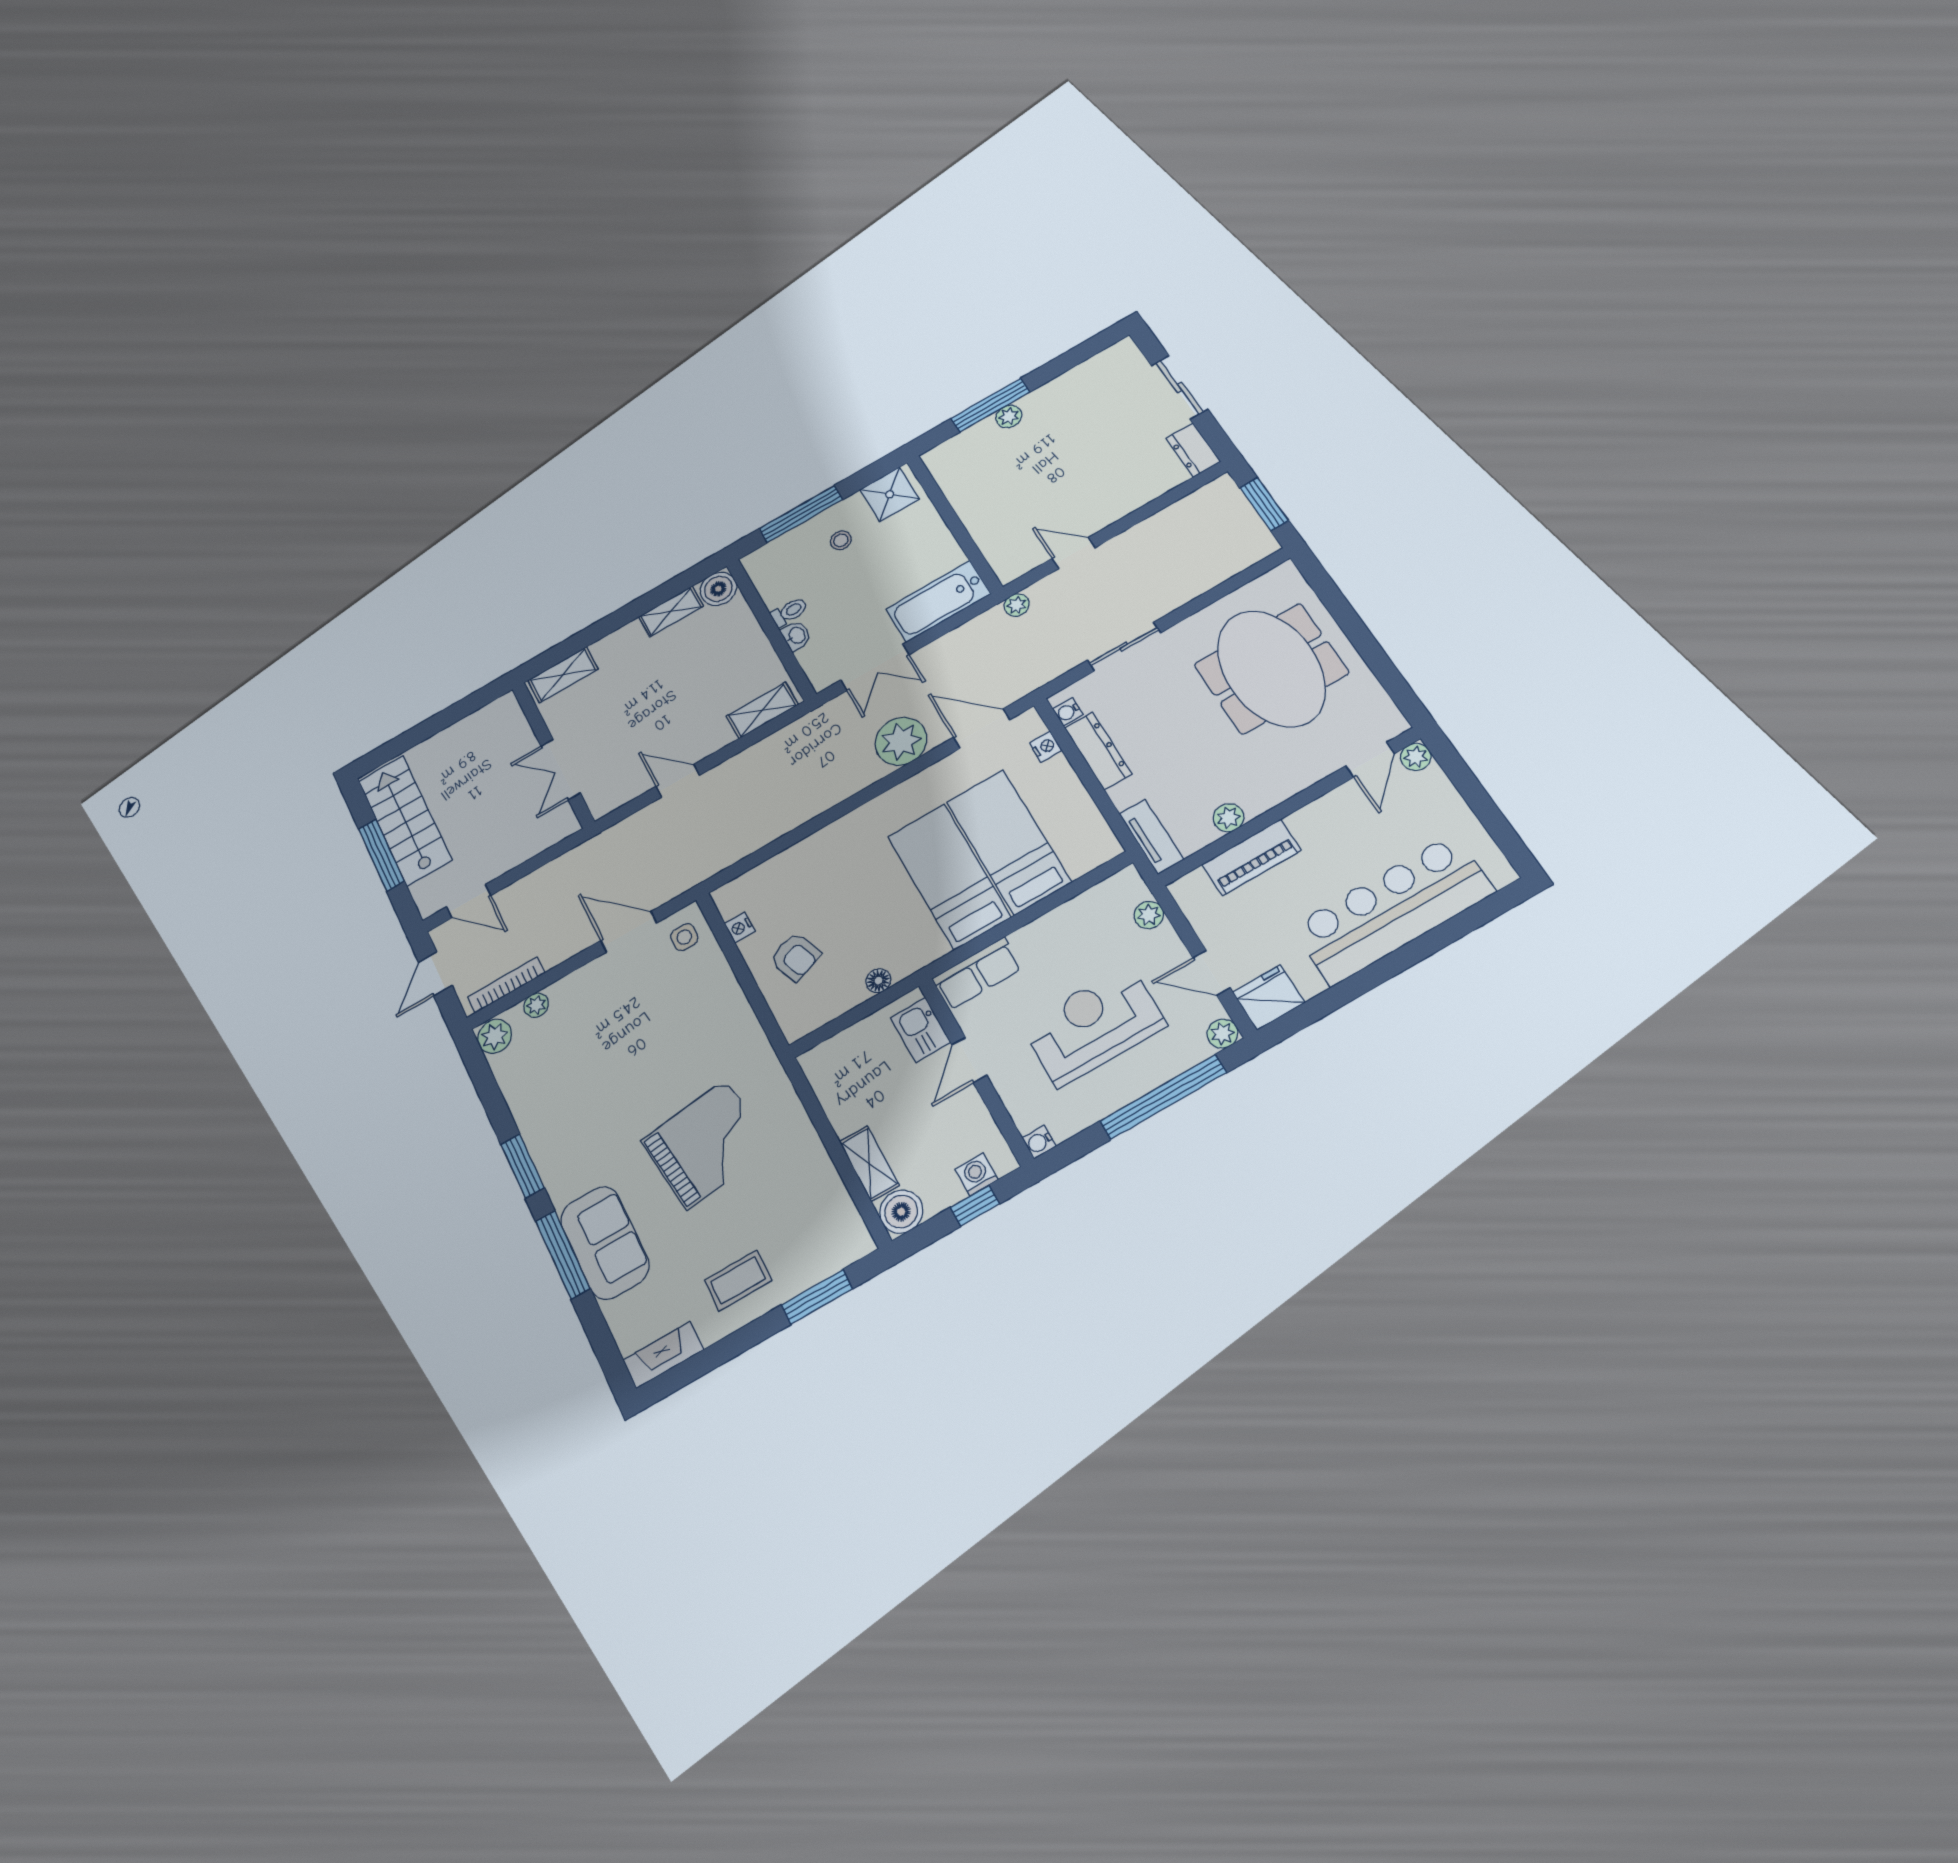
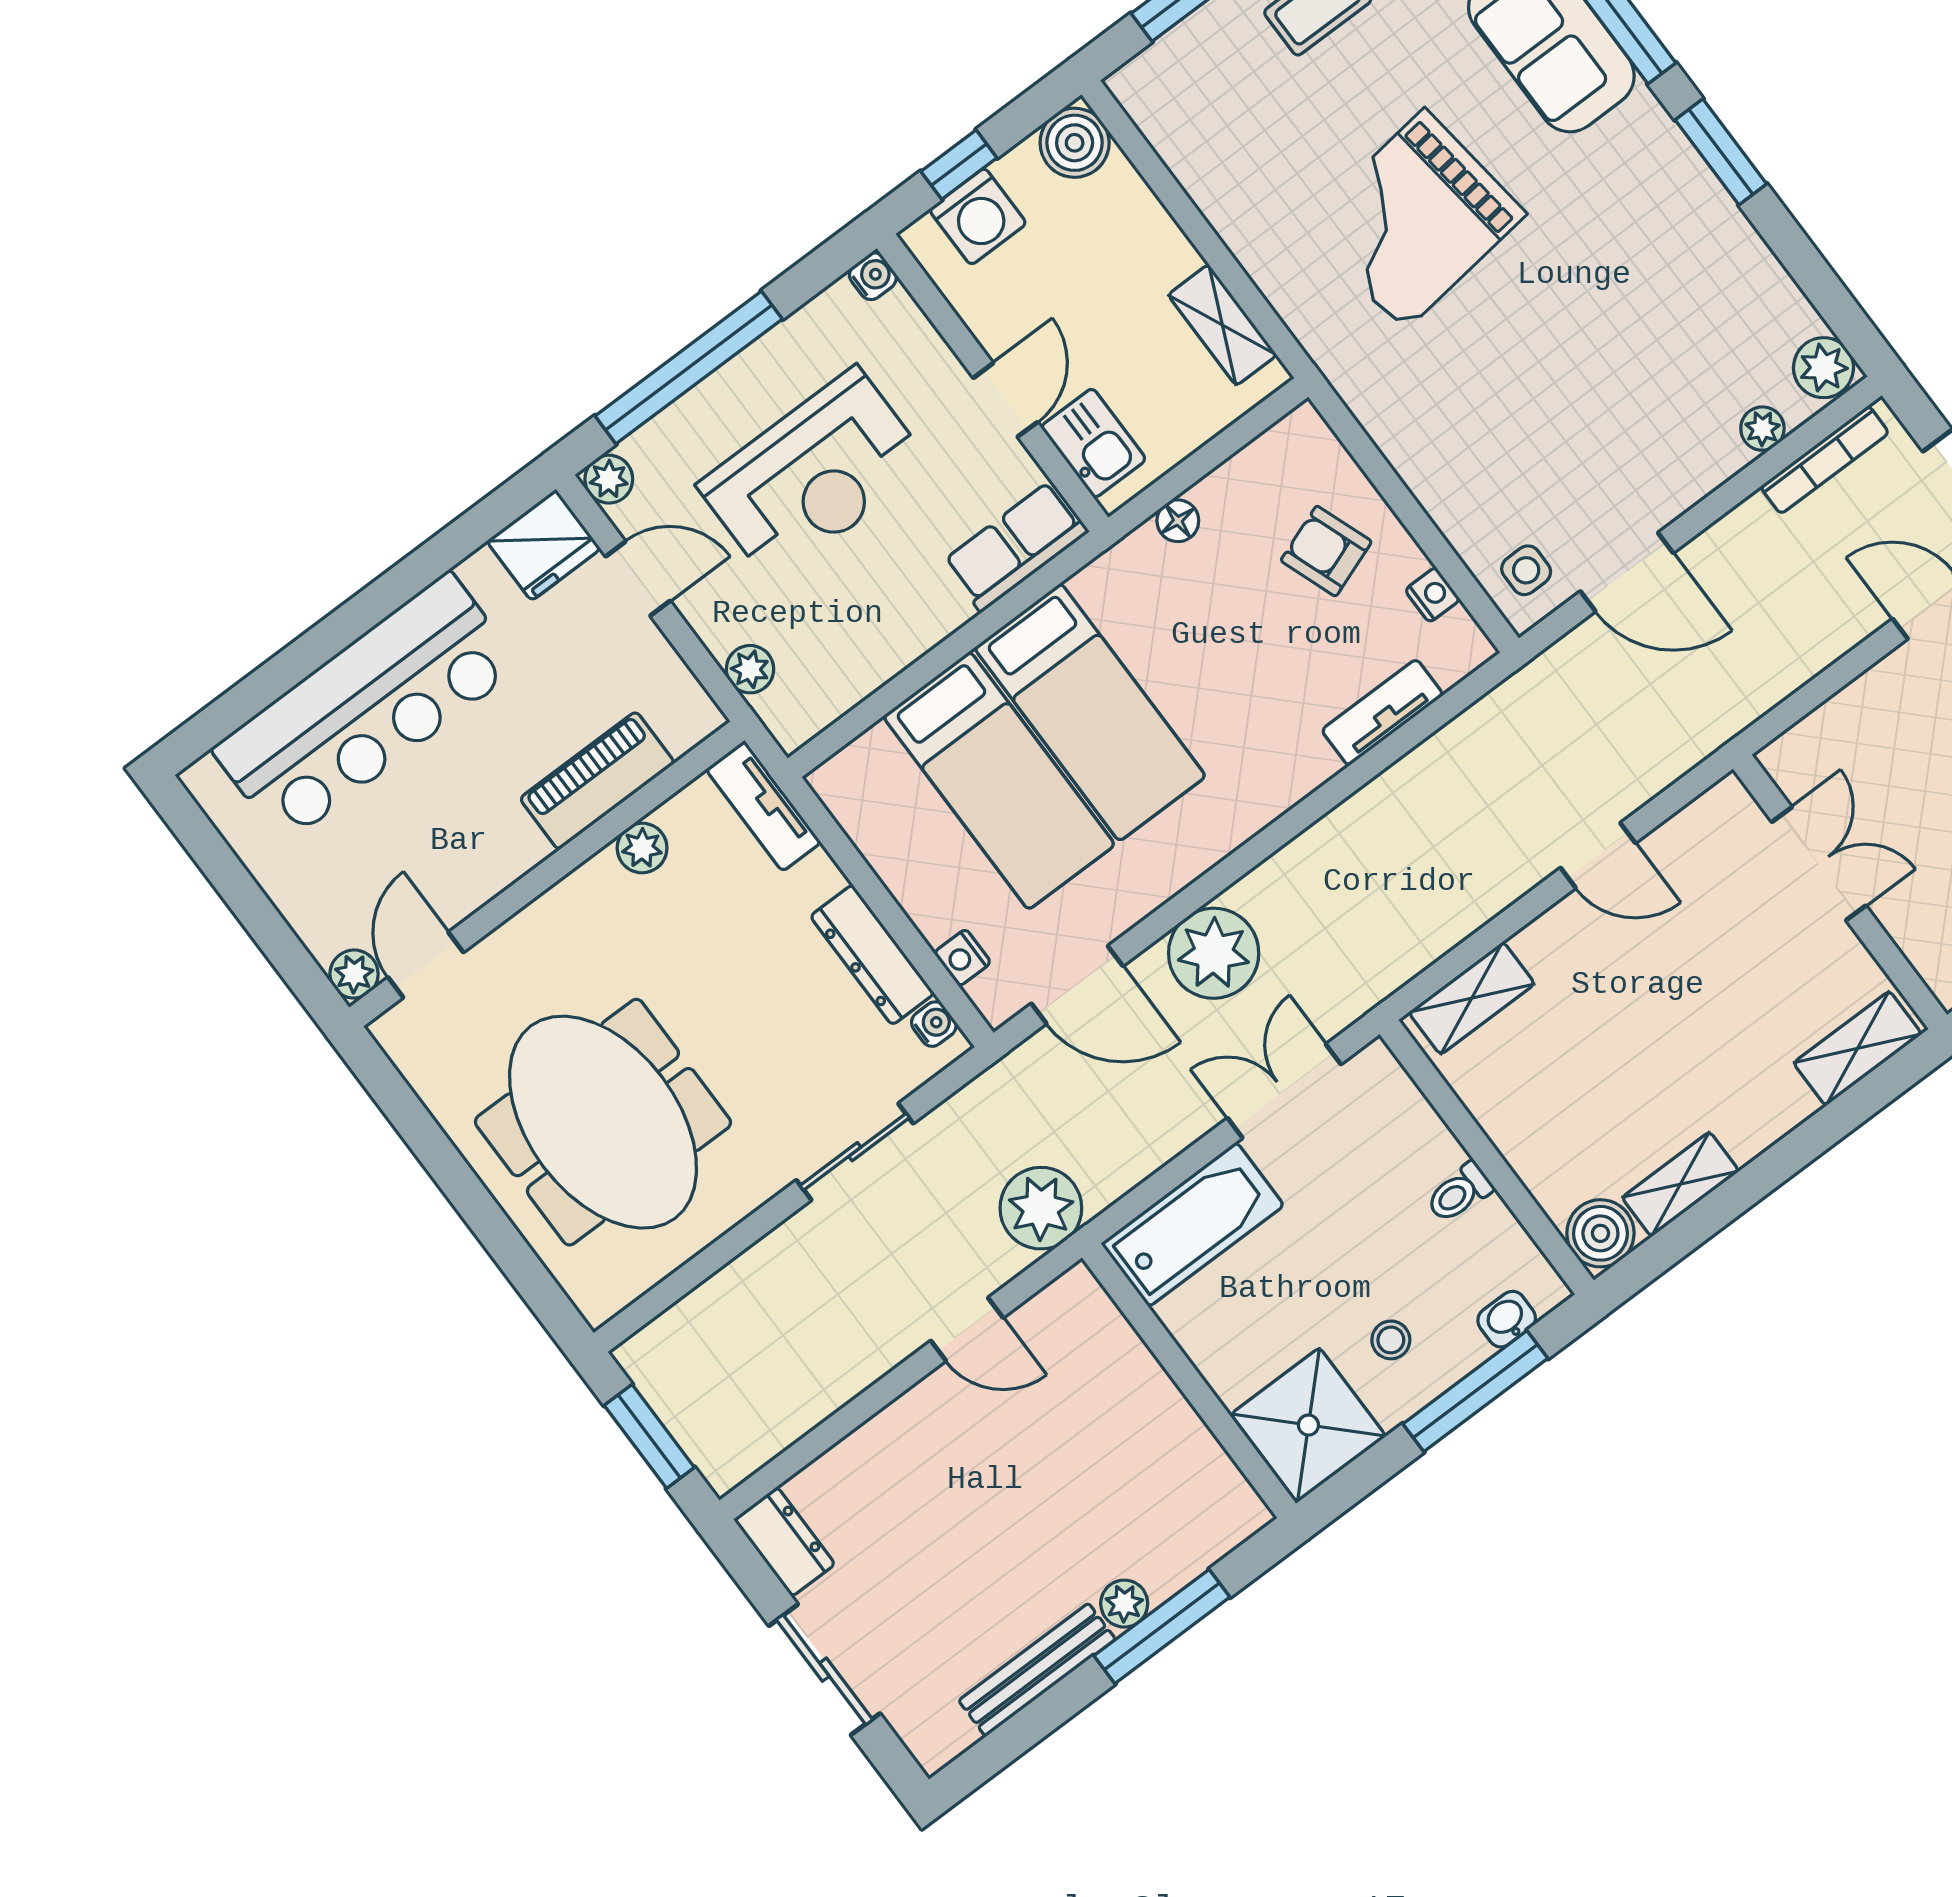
bench: (1062, 386) -> (1037, 1670), added
shower: (890, 494) -> (1308, 1425), width x1.36, depth x1.36
plant: (1017, 605) -> (1041, 1208), width x1.87, depth x1.87
washbasin: (796, 636) -> (1507, 1319), moved, turned 90
tv unit: (781, 865) -> (1382, 712), added
shelving: (869, 1164) -> (1222, 325), moved
washing machine: (977, 1174) -> (978, 216), width x1.38, depth x1.38

